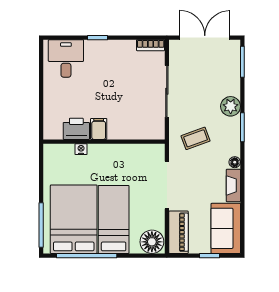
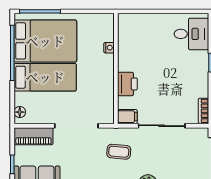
printer: (76, 129) -> (127, 84), moved
filing cabinet: (99, 129) -> (127, 117), moved
coffee table: (196, 138) -> (119, 152), turned -65
floor lamp: (152, 242) -> (20, 112), width x0.53, depth x0.53

